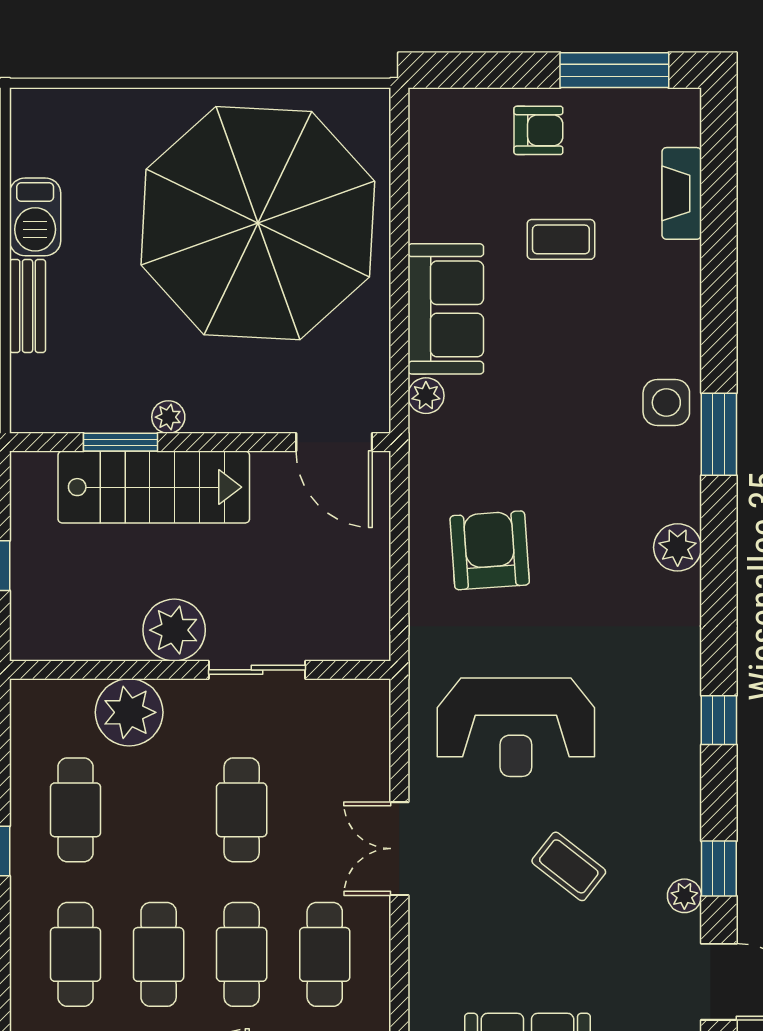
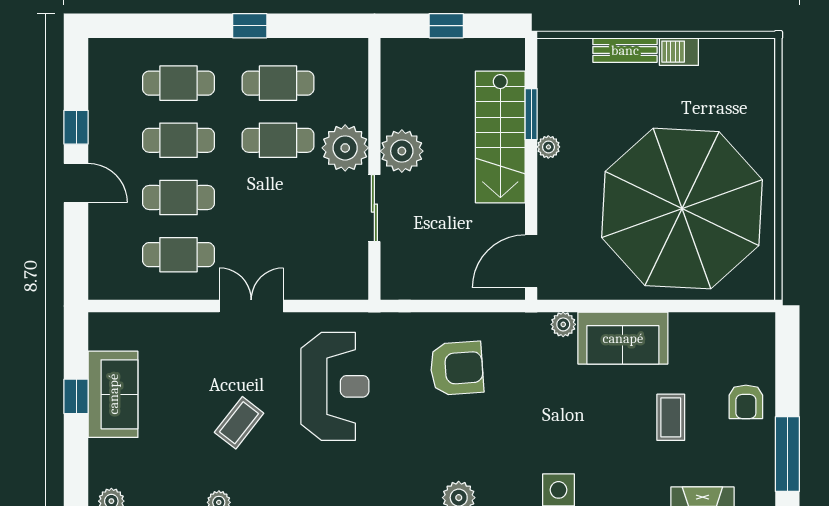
barbecue: (35, 217) -> (679, 52), width x0.73, depth x0.79
plant: (129, 712) -> (345, 148), moved
reception desk: (516, 727) -> (335, 386), turned 180
cafe table: (242, 810) -> (278, 140), moved

